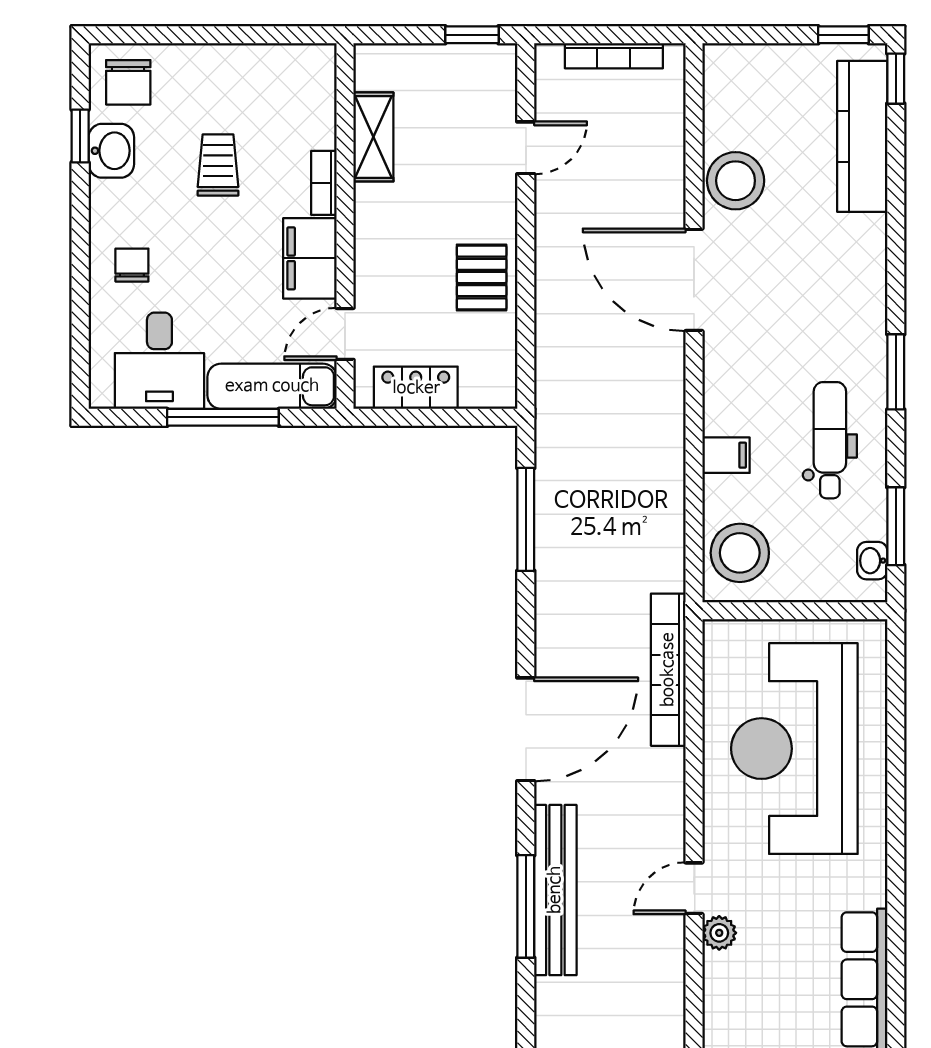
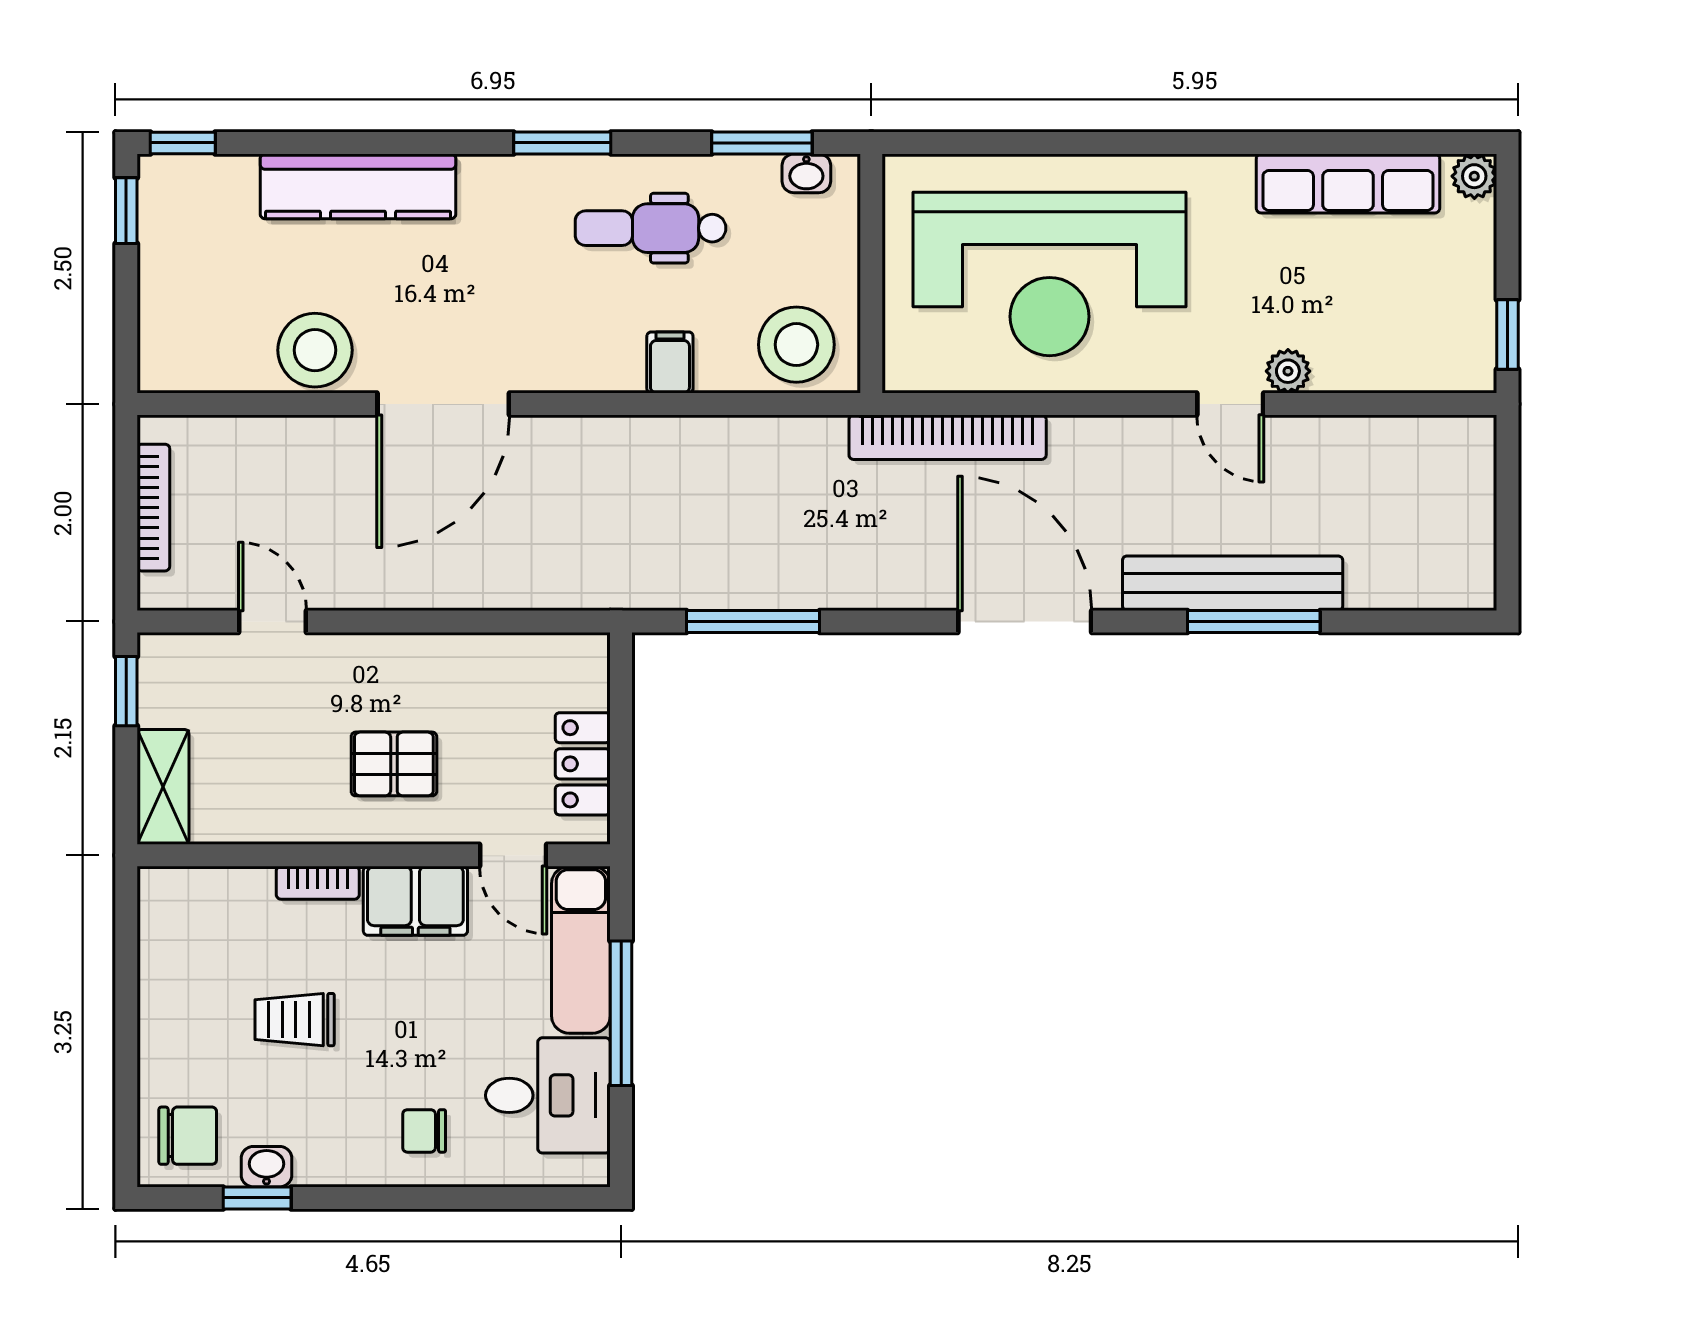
kitchen counter: (862, 136) -> (358, 186), moved
shelving: (373, 137) -> (163, 787), moved, turned 90
washbasin: (111, 151) -> (267, 1167), width x0.72, depth x0.69
pallet: (482, 277) -> (394, 764), moved

